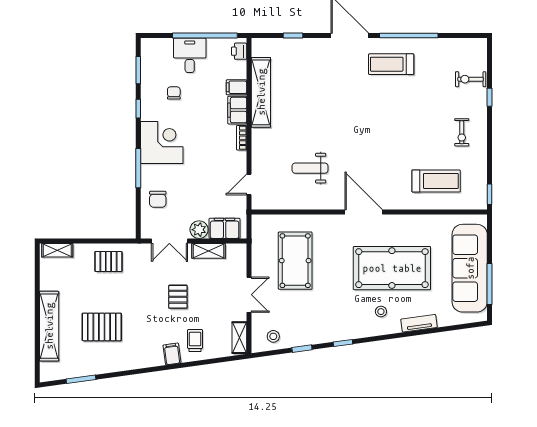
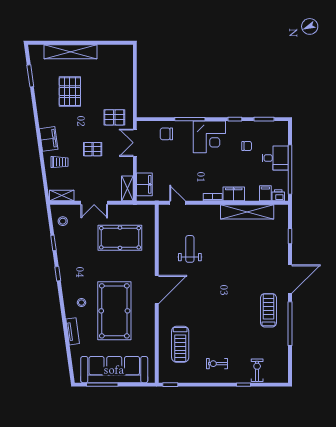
filing cabinet: (236, 87) -> (265, 193), moved
plant: (199, 230) -> (143, 165), removed
shelving: (57, 250) -> (128, 58), removed
shelving: (208, 251) -> (127, 188), moved
pallet: (108, 262) -> (114, 117), moved, turned 90
filing cabinet: (172, 354) -> (49, 139), width x2.00

